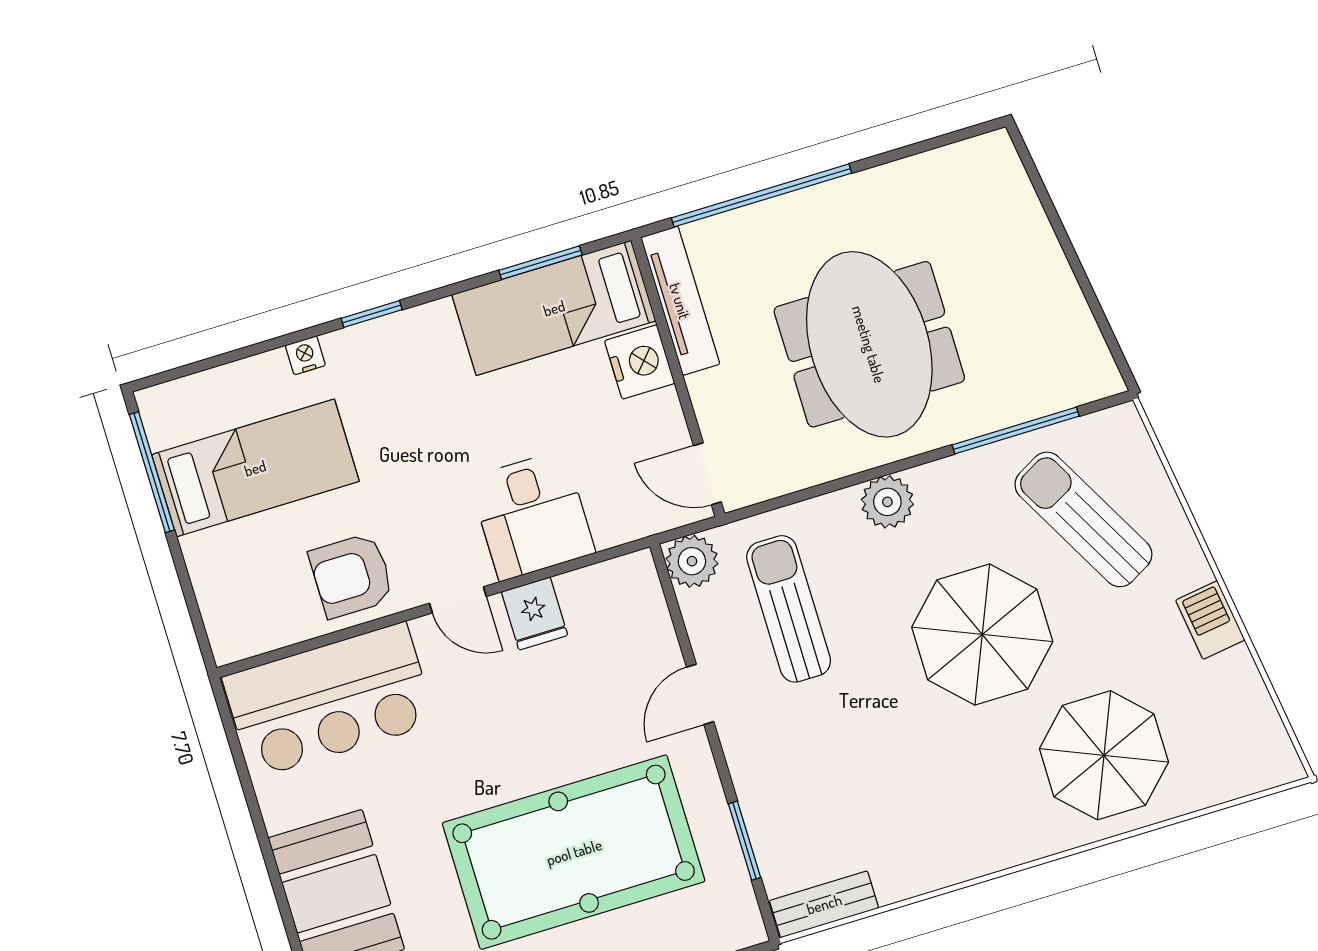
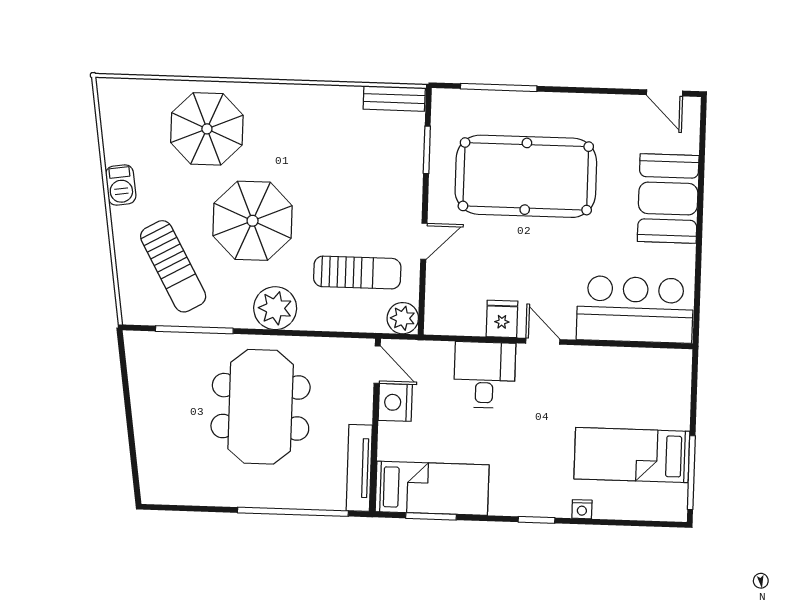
nightstand: (640, 362) -> (395, 402), moved
plant: (887, 502) -> (275, 308), width x1.36, depth x1.36
armchair: (352, 576) -> (598, 376), removed
sun lounger: (789, 609) -> (357, 273), turned -90

